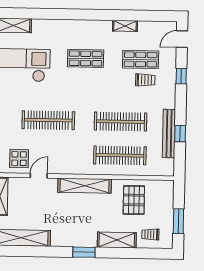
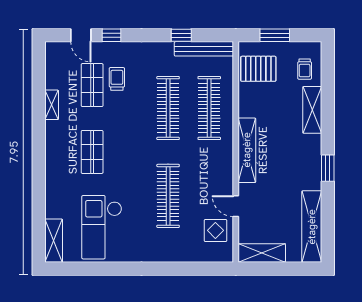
door: (182, 39) -> (81, 35), moved
bench: (169, 134) -> (204, 49), moved
pallet: (134, 200) -> (258, 69), moved
window: (178, 221) -> (275, 35), moved
window: (84, 252) -> (328, 168), moved

